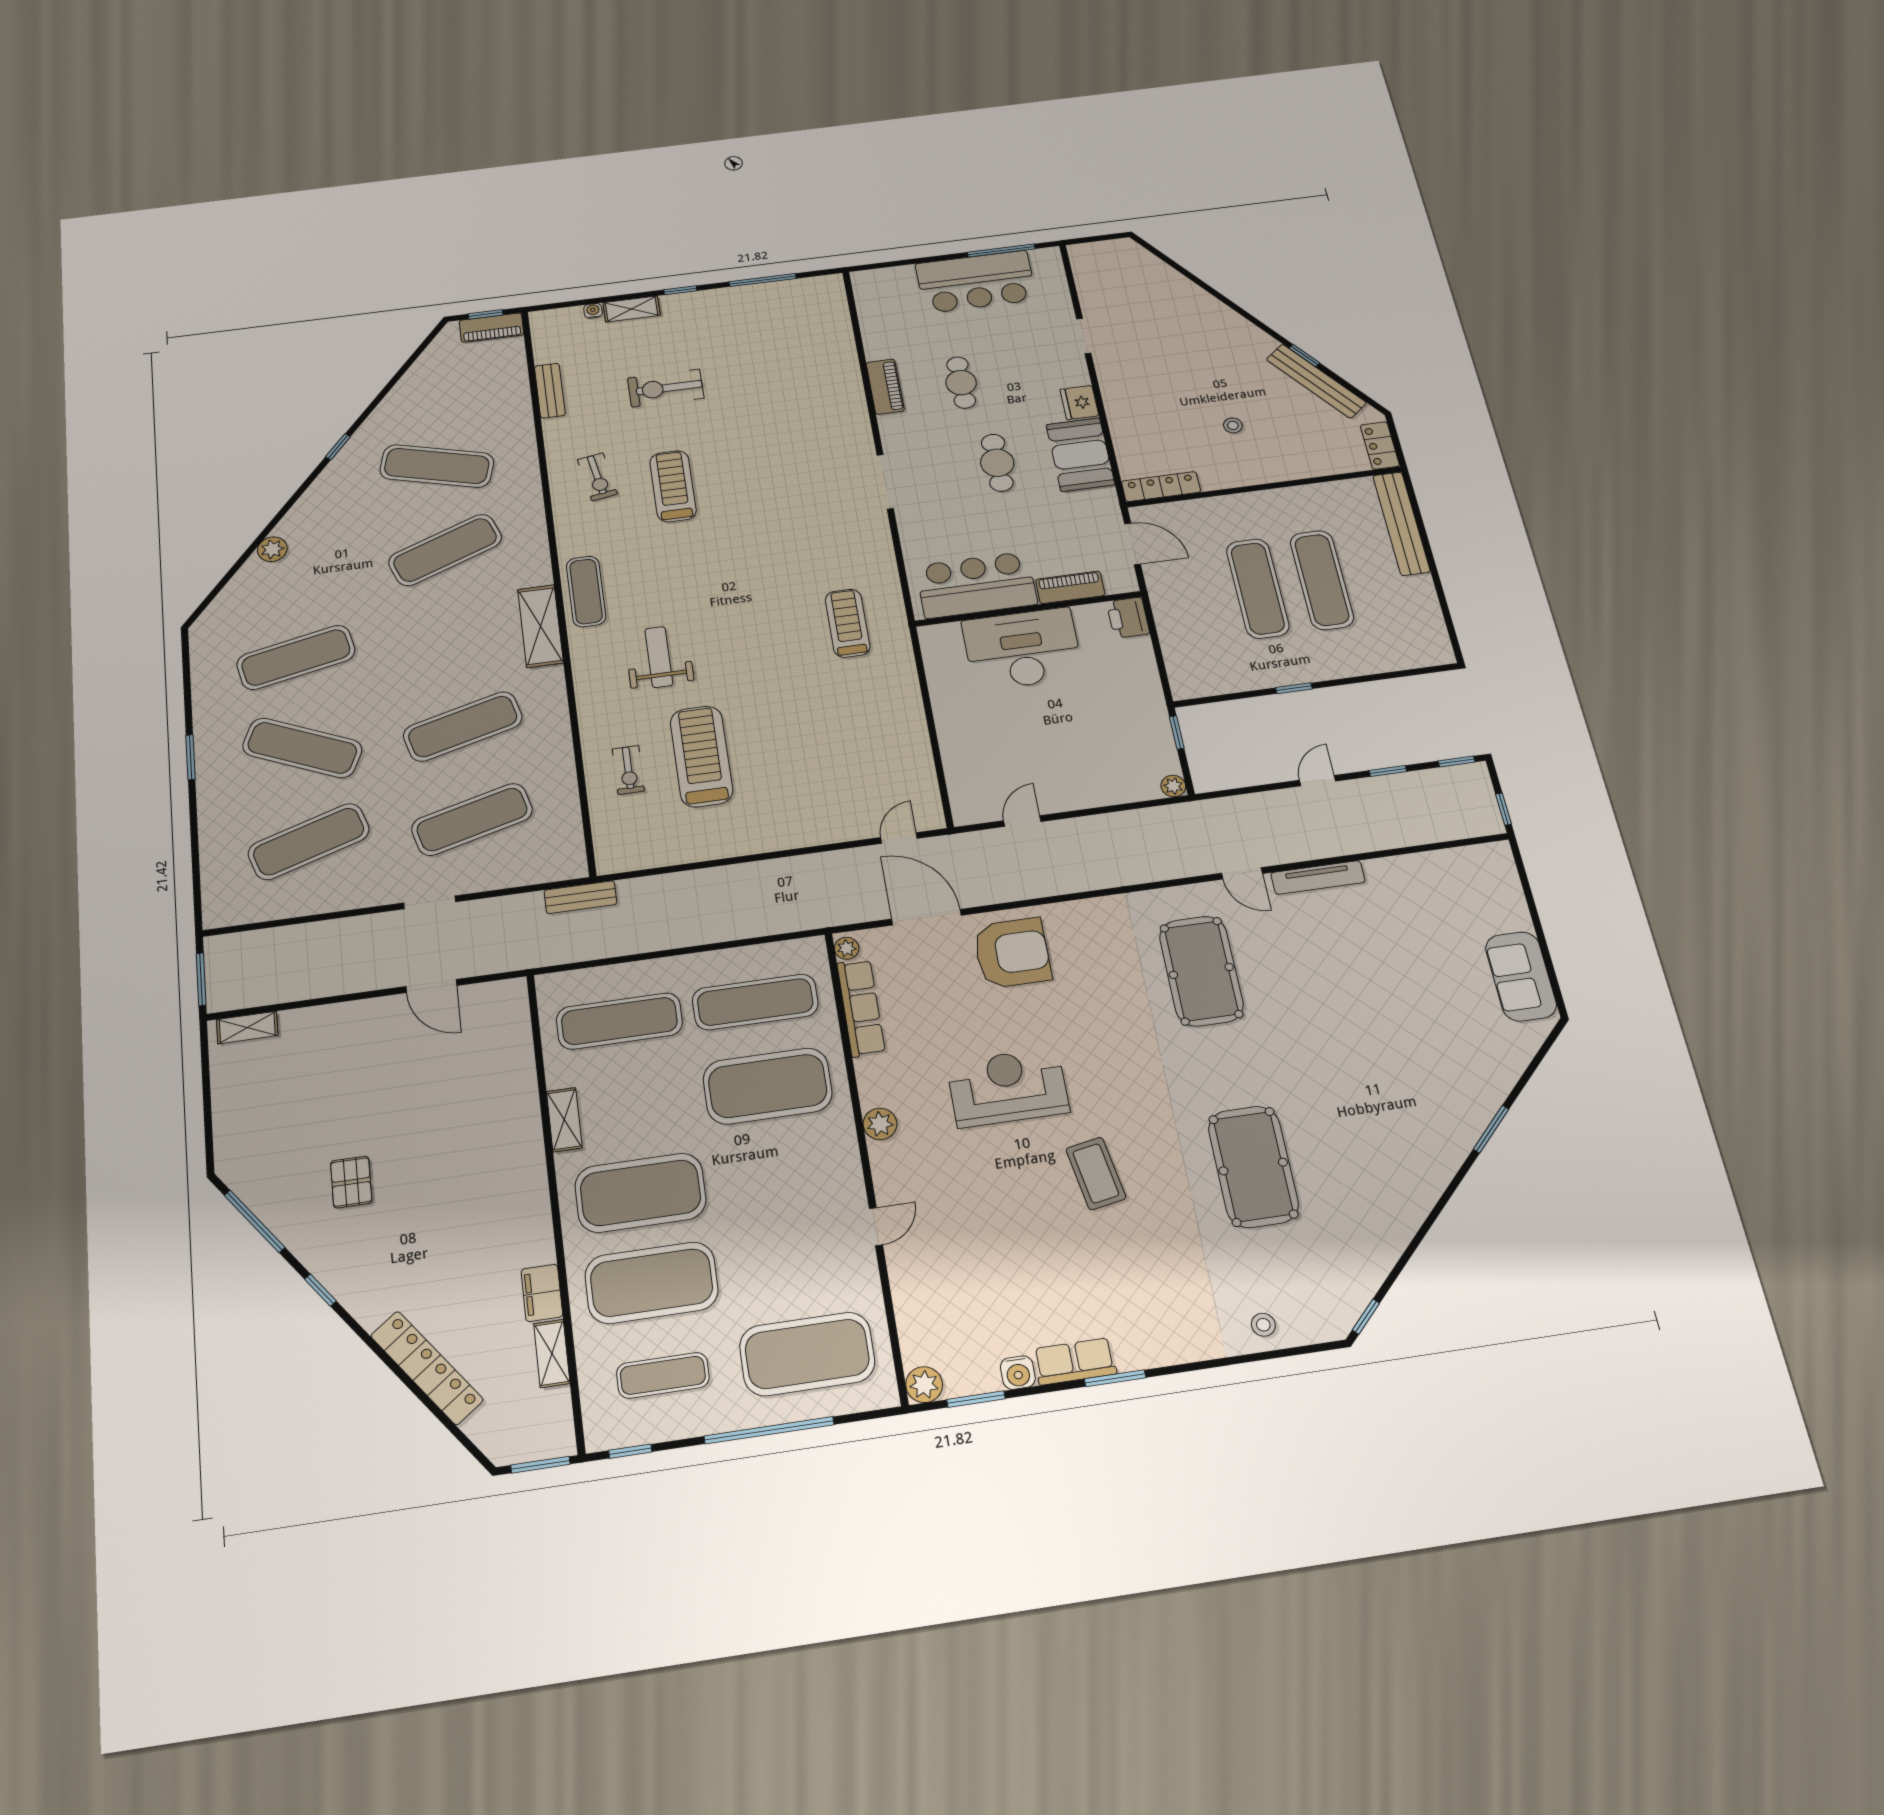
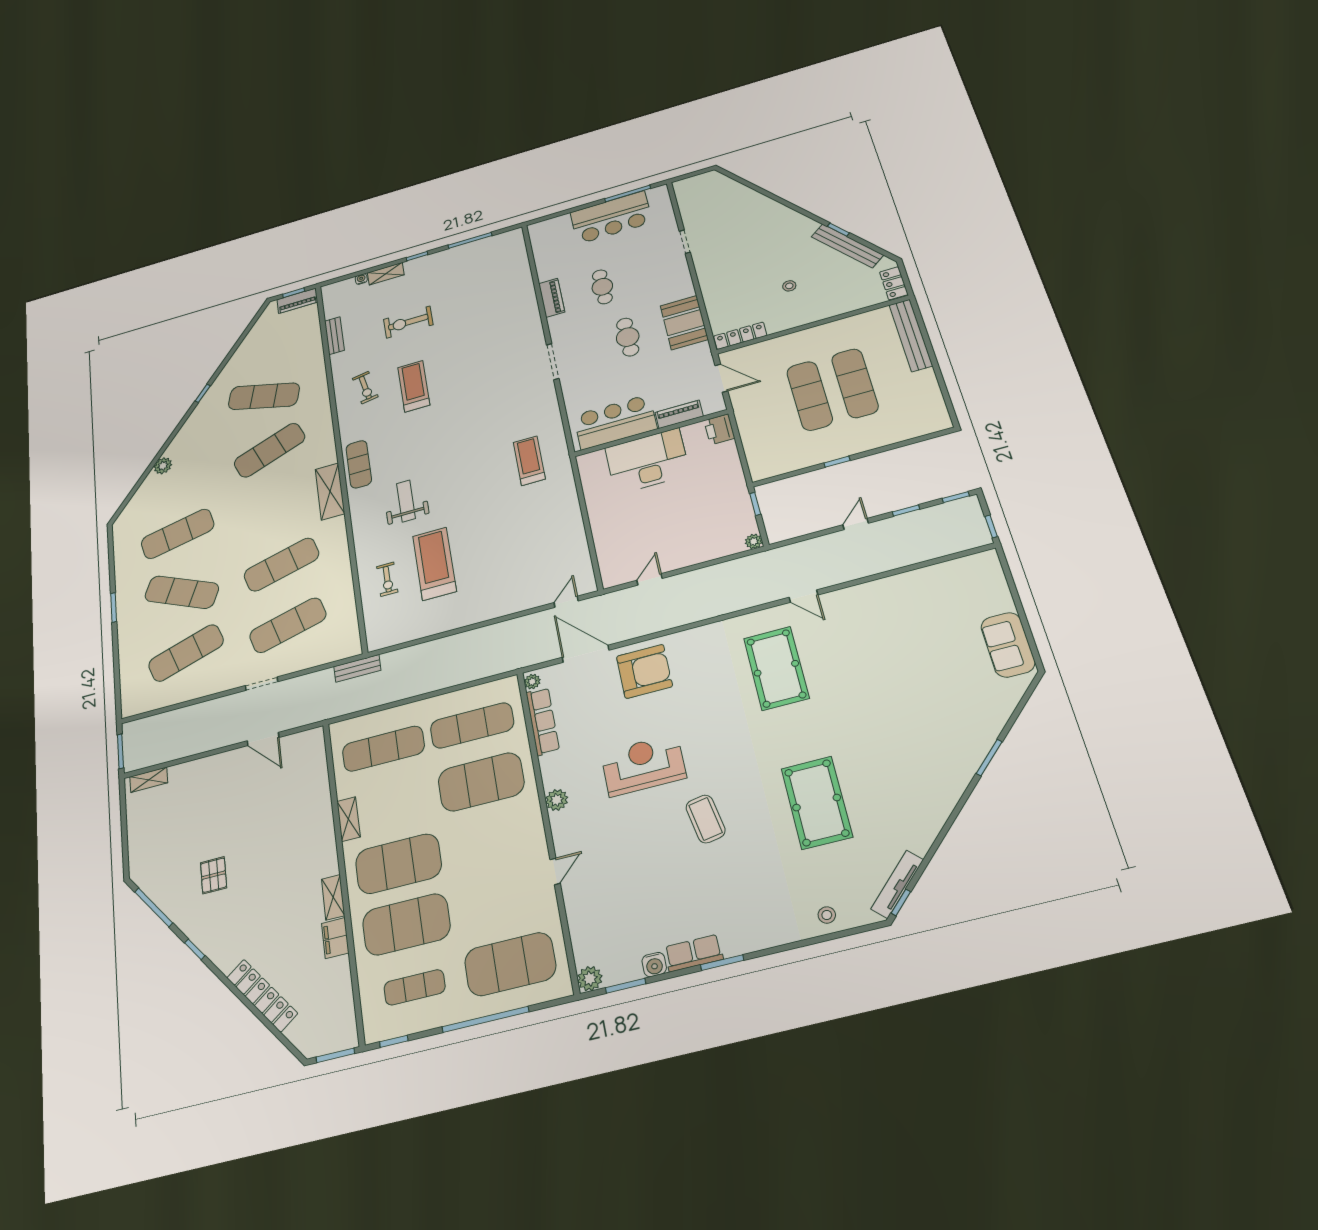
fridge: (1079, 403) -> (683, 287), removed
tv unit: (1318, 877) -> (897, 884), moved, turned 135
shelving: (552, 1353) -> (333, 897), moved

